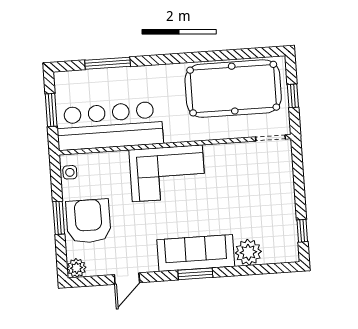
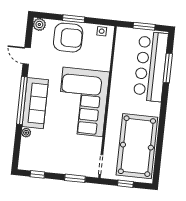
bar counter: (110, 126) -> (151, 66), moved, turned 180
corner sofa: (167, 173) -> (83, 102), width x1.36, depth x1.36
window: (298, 173) -> (75, 178), added
plant: (248, 252) -> (26, 133), width x0.53, depth x0.53
window: (195, 274) -> (22, 100), width x2.11

